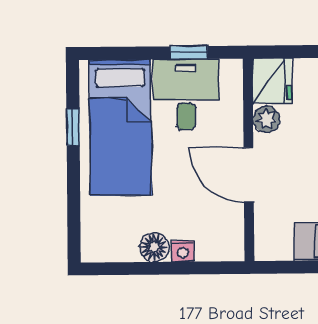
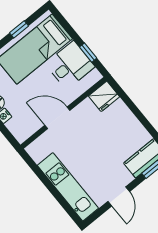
plant: (266, 119) -> (86, 107), removed
door: (249, 175) -> (57, 118), hinge flipped

